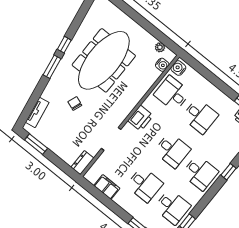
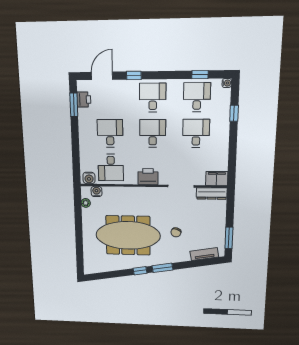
dresser: (82, 163) -> (212, 194), width x1.44
filing cabinet: (107, 187) -> (217, 178), moved, turned 90

